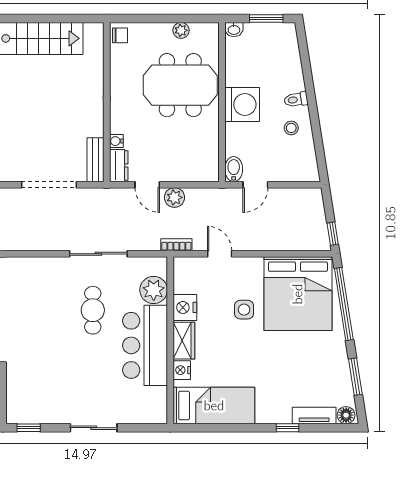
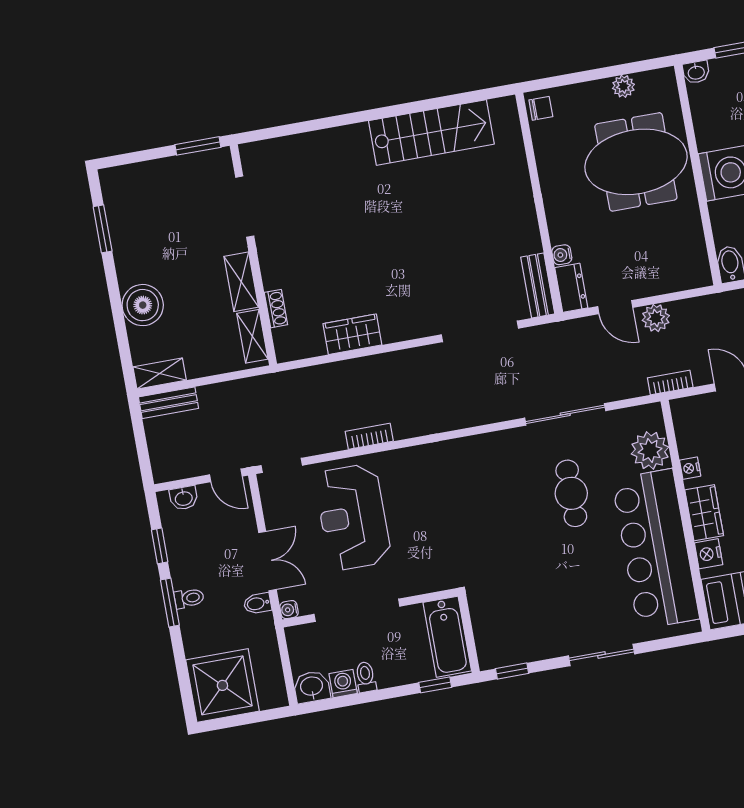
nightstand: (185, 307) -> (690, 468), width x0.53, depth x0.56
bar counter: (145, 345) -> (655, 549), width x1.36

